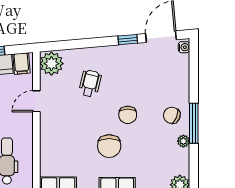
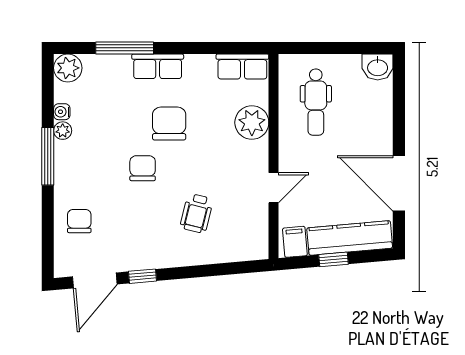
water cooler: (184, 47) -> (62, 112), moved
plant: (51, 64) -> (252, 123), moved
chair: (172, 115) -> (79, 221), moved, turned -112

